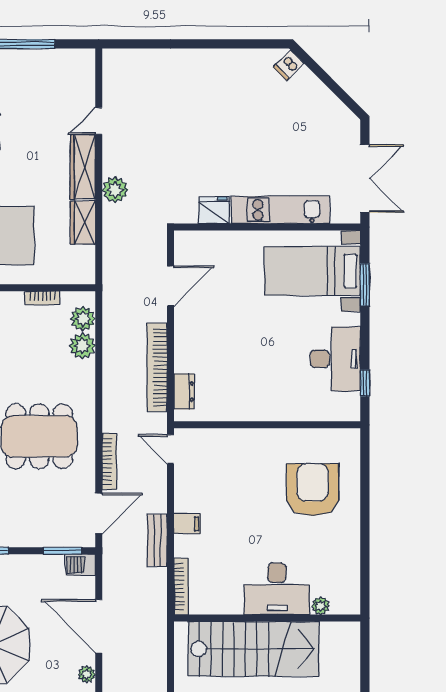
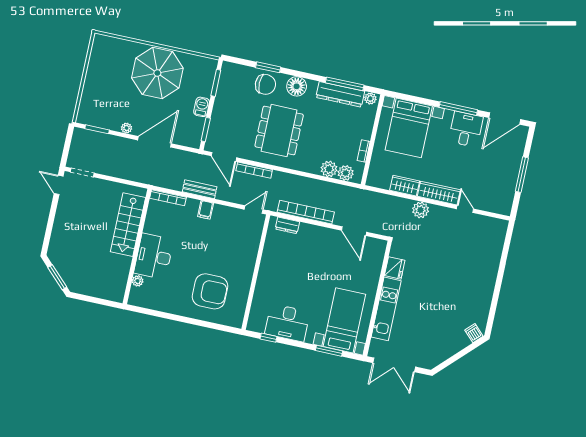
barbecue: (80, 565) -> (202, 107), moved
stairs: (254, 649) -> (128, 225), width x0.73, depth x0.66

